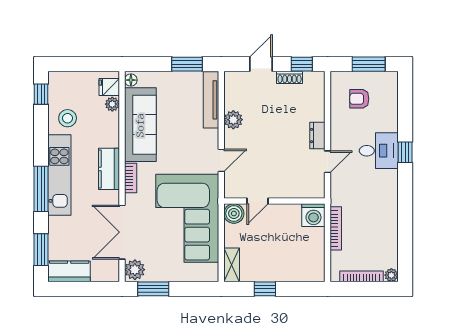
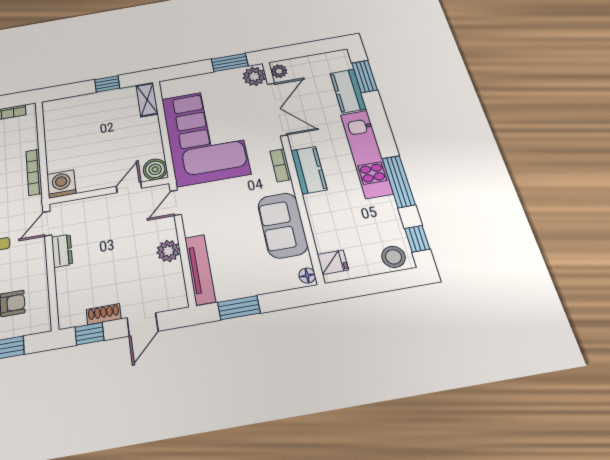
plant: (112, 104) -> (279, 71), moved
stool: (68, 118) -> (393, 257), moved
sofa: (140, 125) -> (283, 225), width x0.73
window: (41, 189) -> (399, 181), moved
door: (258, 201) -> (129, 187), moved
wall: (274, 201) -> (109, 191), moved
boiler: (234, 214) -> (155, 169), moved
washing machine: (313, 215) -> (61, 184), moved
bookcase: (336, 228) -> (34, 172), moved
kitchen counter: (69, 271) -> (348, 91), moved, turned 90

